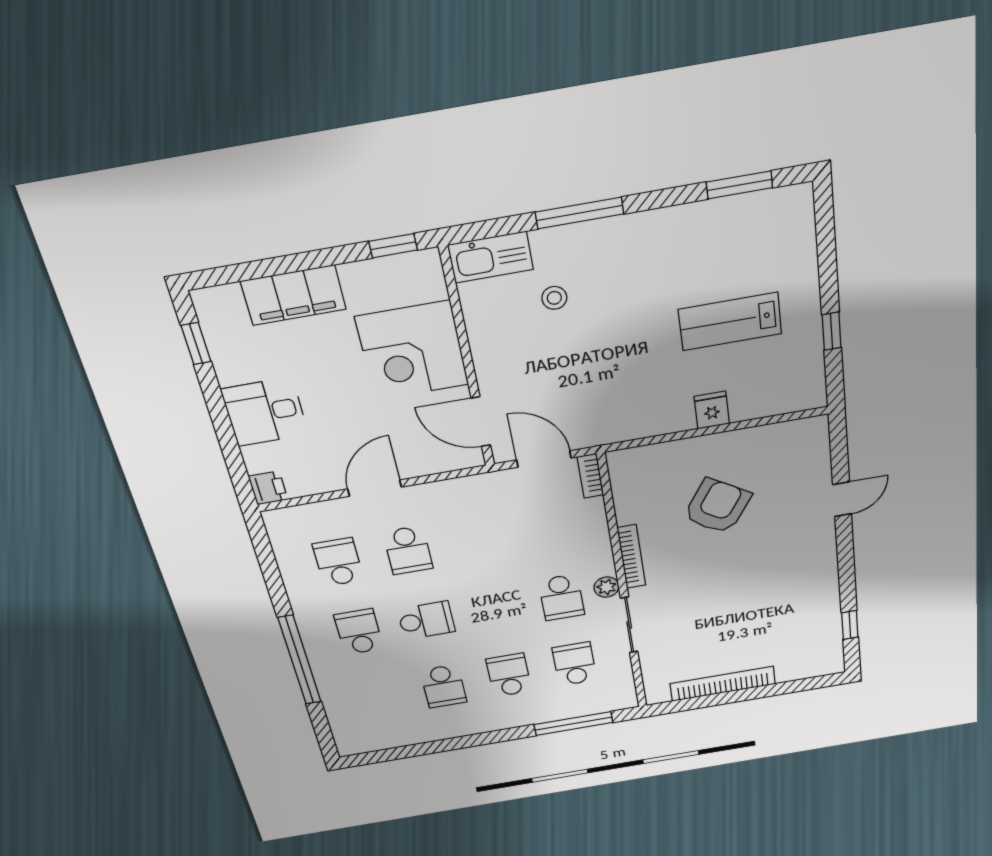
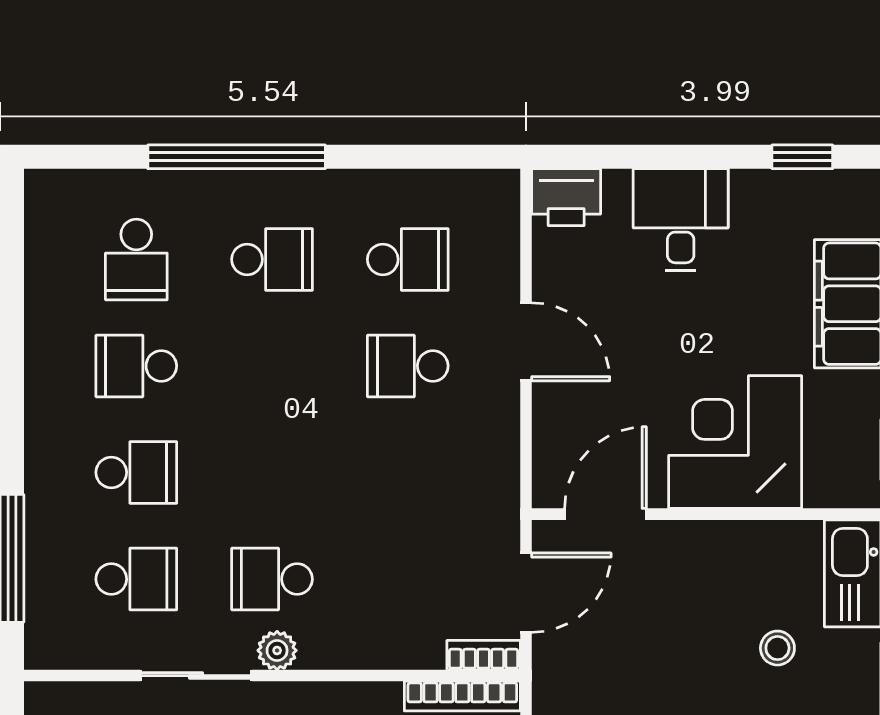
printer: (268, 488) -> (566, 197), width x1.36, depth x1.24
bookcase: (631, 557) -> (462, 696), moved
school desk: (426, 620) -> (136, 259), moved

